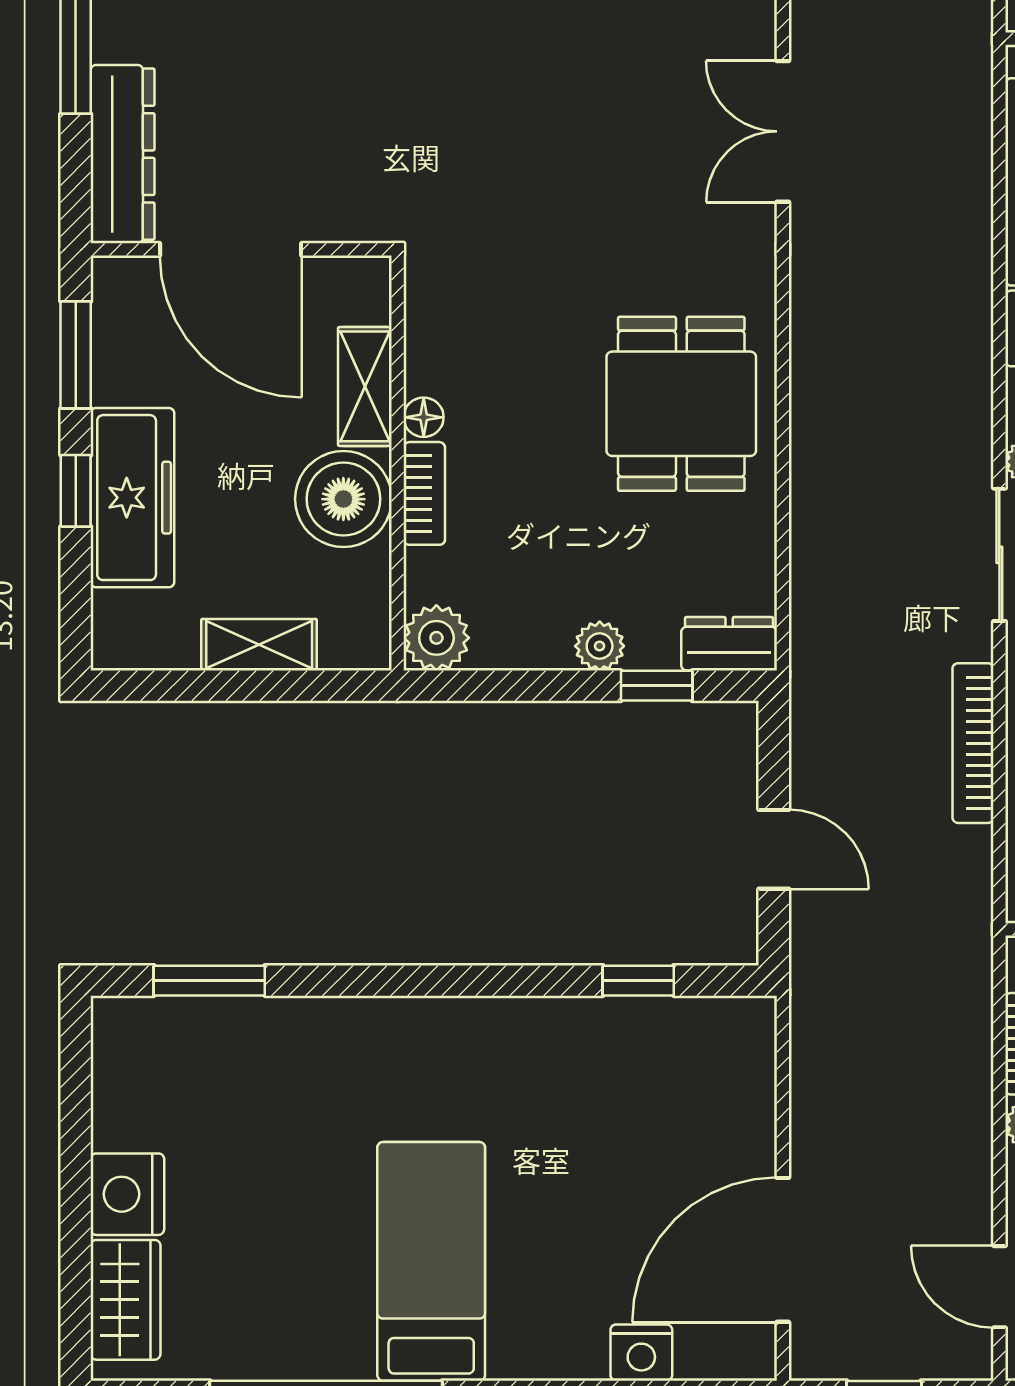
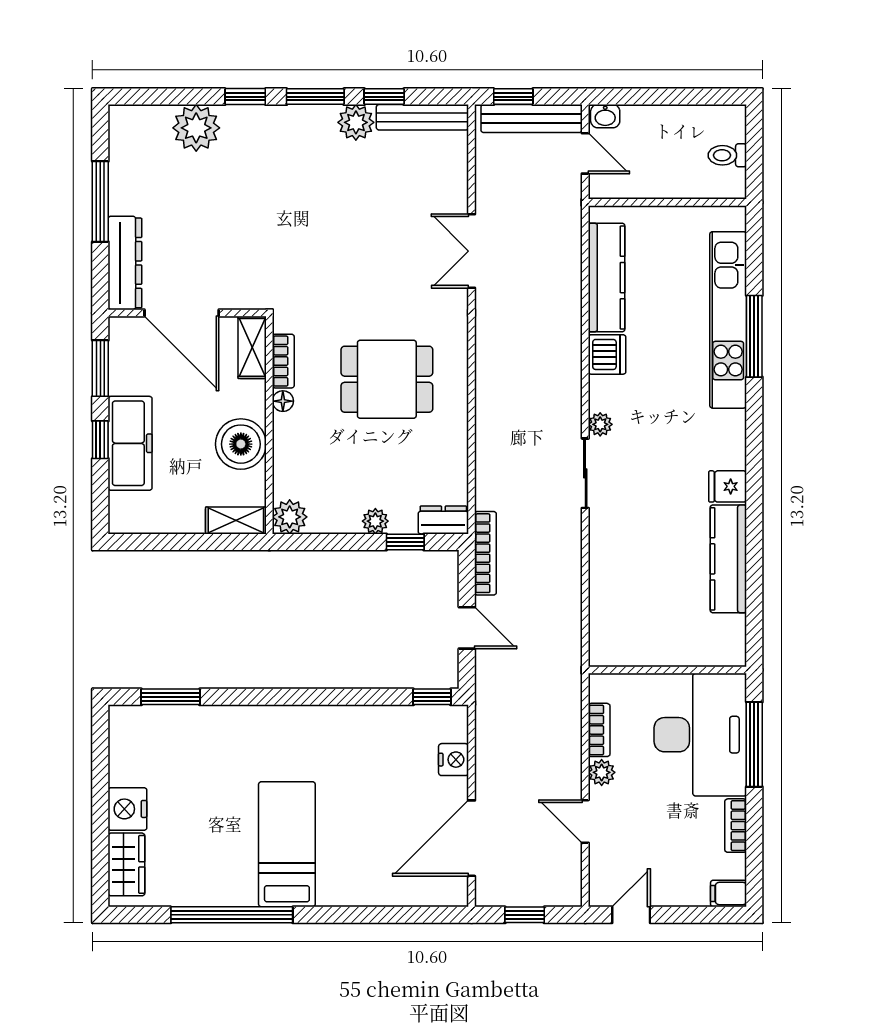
shelving: (365, 386) -> (252, 347), moved
dining table: (681, 404) -> (387, 379), moved, turned 90
bookcase: (424, 493) -> (283, 361), moved
shelving: (259, 645) -> (236, 520), moved
bookcase: (973, 743) -> (485, 553), moved, turned 180
window: (638, 981) -> (432, 697), moved
door: (999, 1287) -> (585, 821), moved
nightstand: (641, 1353) -> (454, 760), moved, turned -90

